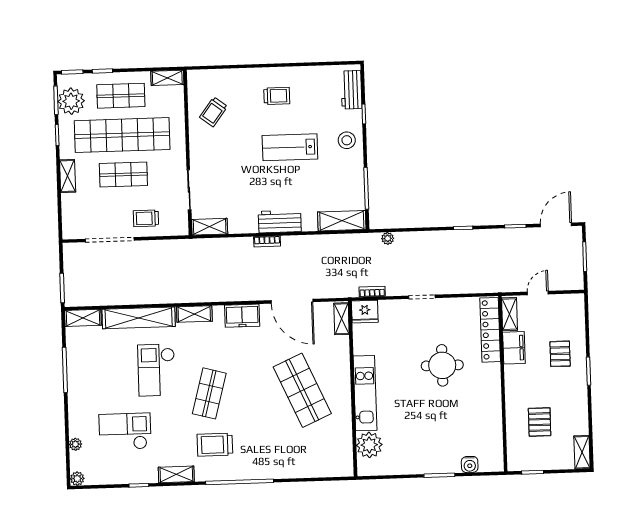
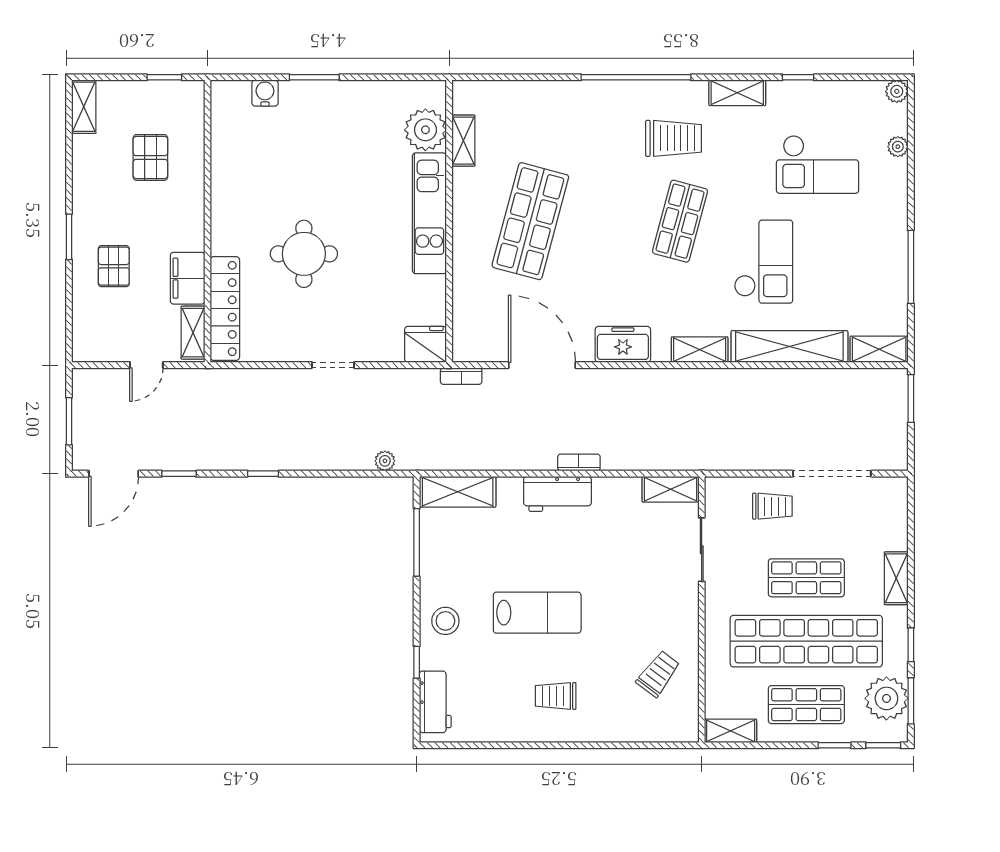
bookcase: (372, 292) -> (461, 376), moved
shelving: (341, 319) -> (463, 141), moved
shop shelf: (302, 390) -> (530, 221), turned 39

